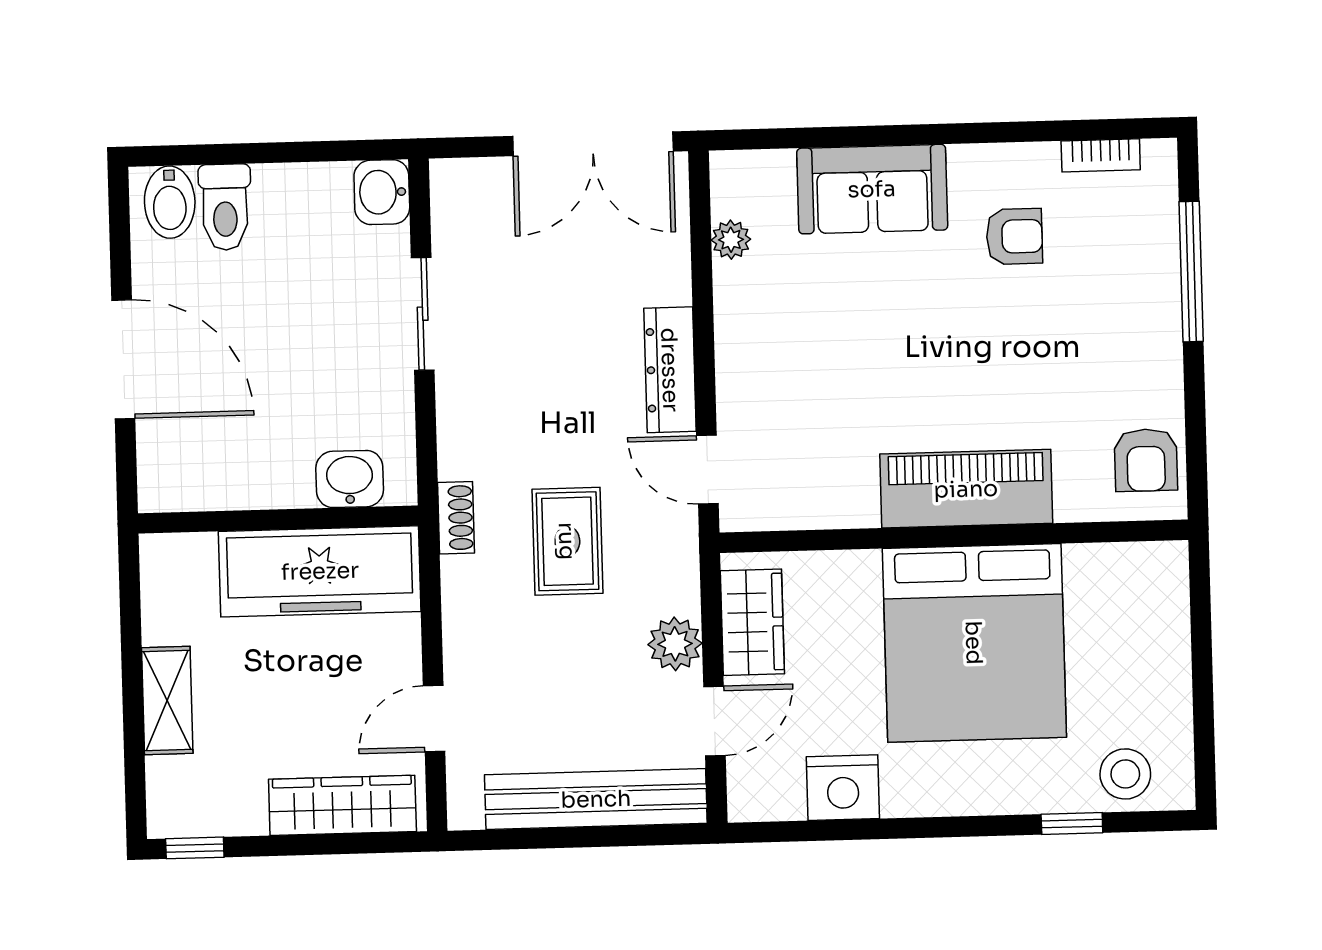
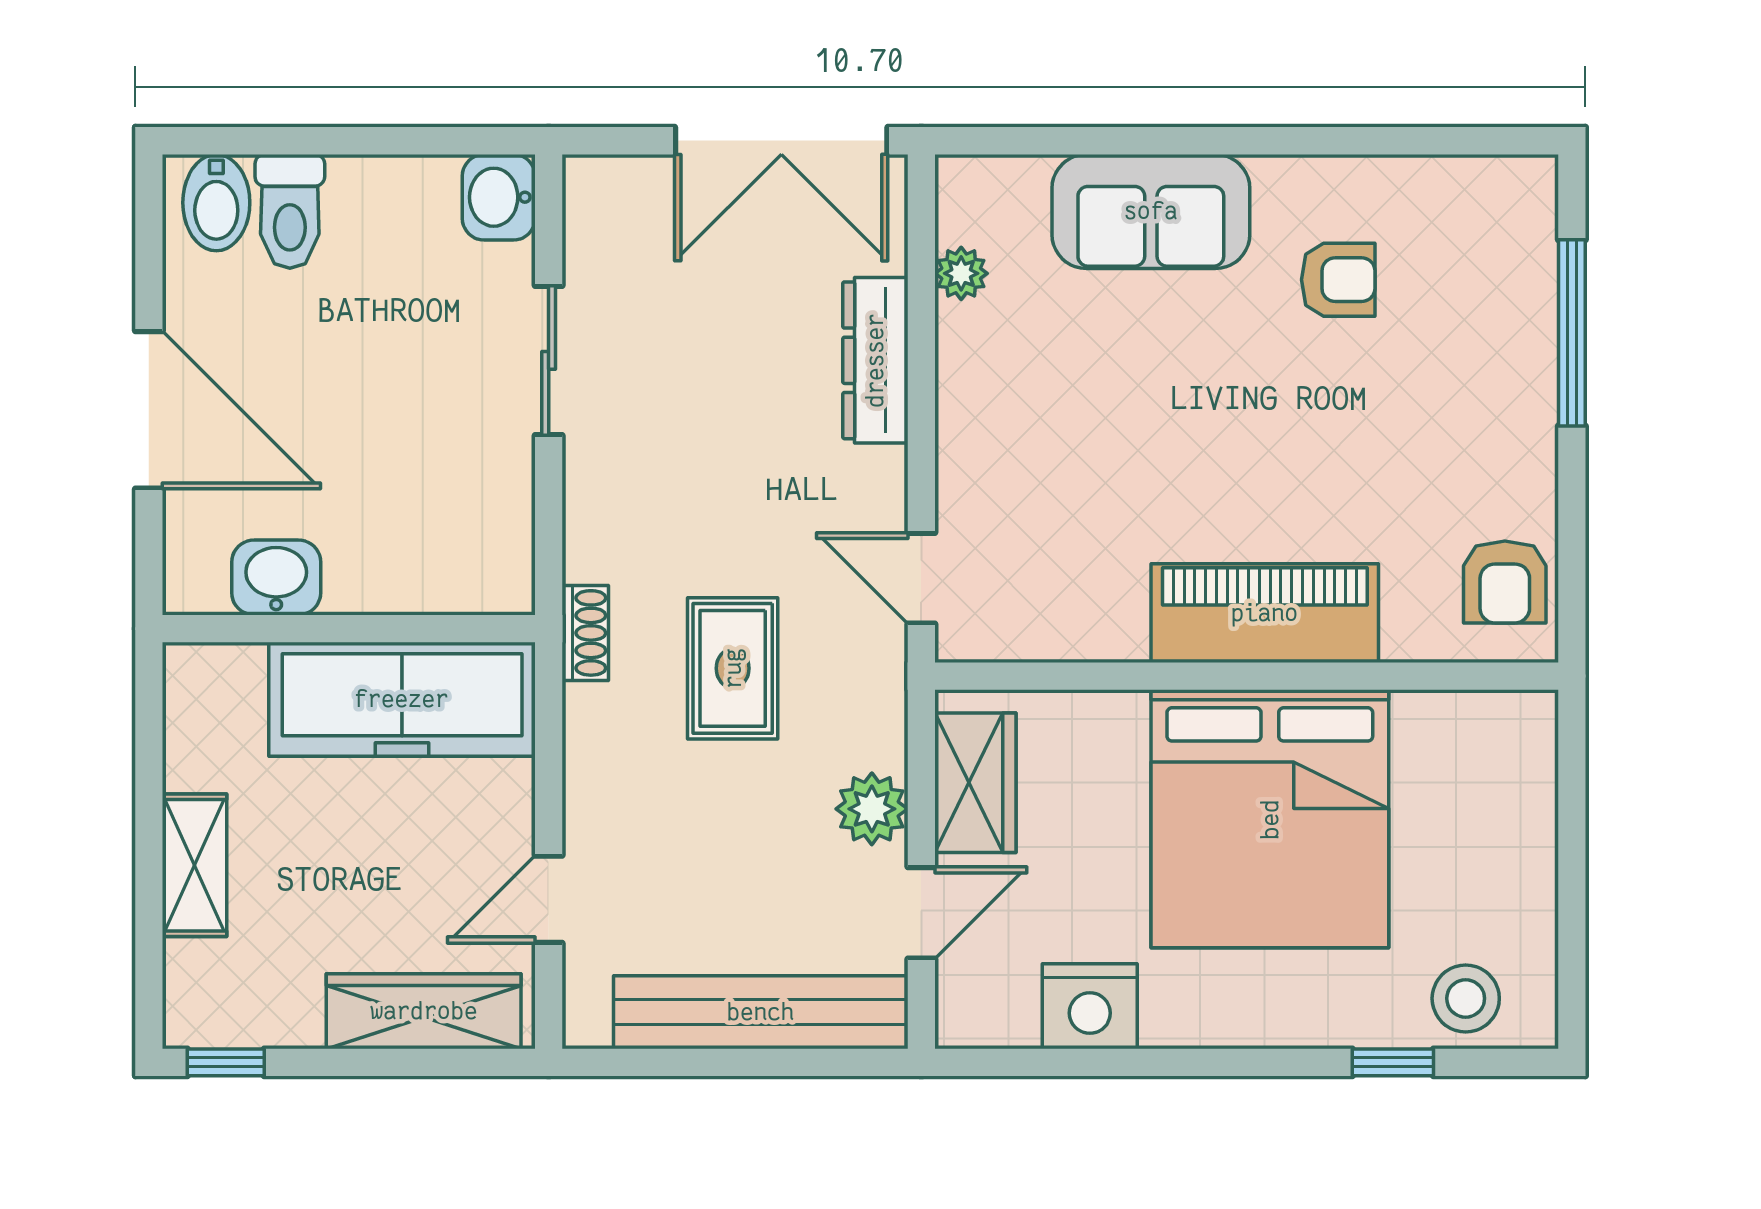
bookcase: (1101, 155) -> (1456, 175), removed
dresser: (670, 370) -> (875, 360), moved
washbasin: (350, 479) -> (276, 577), moved

